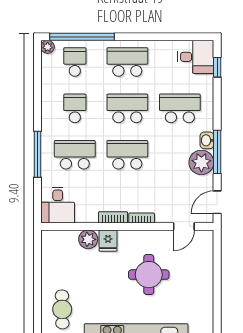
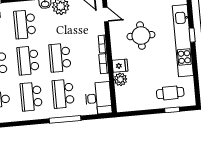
school desk: (75, 108) -> (31, 97), width x1.85
desk: (58, 205) -> (98, 98), width x1.37
window: (38, 310) -> (172, 110), added

